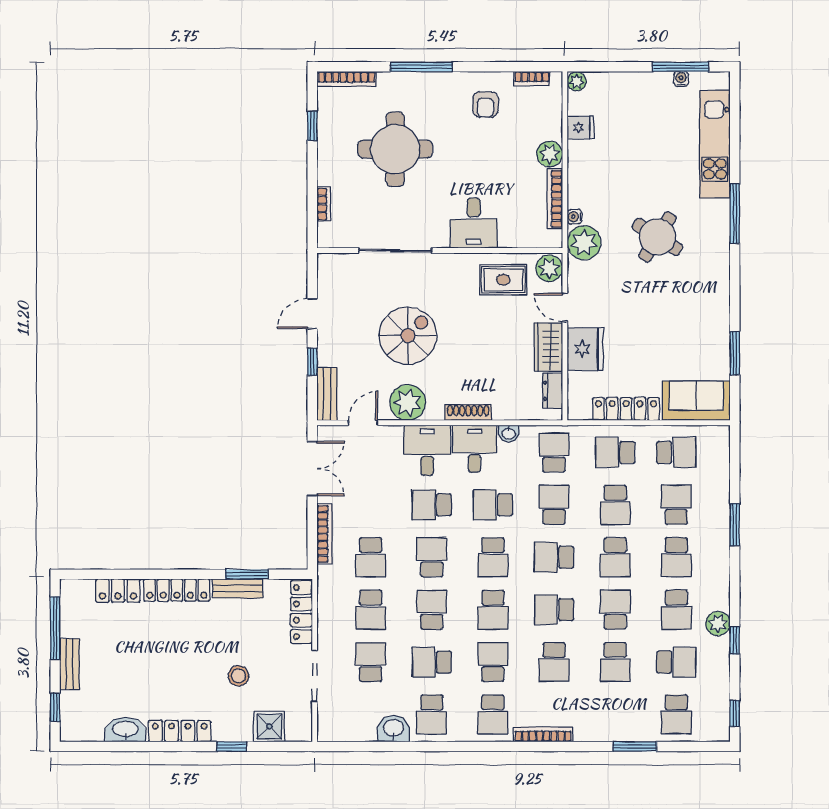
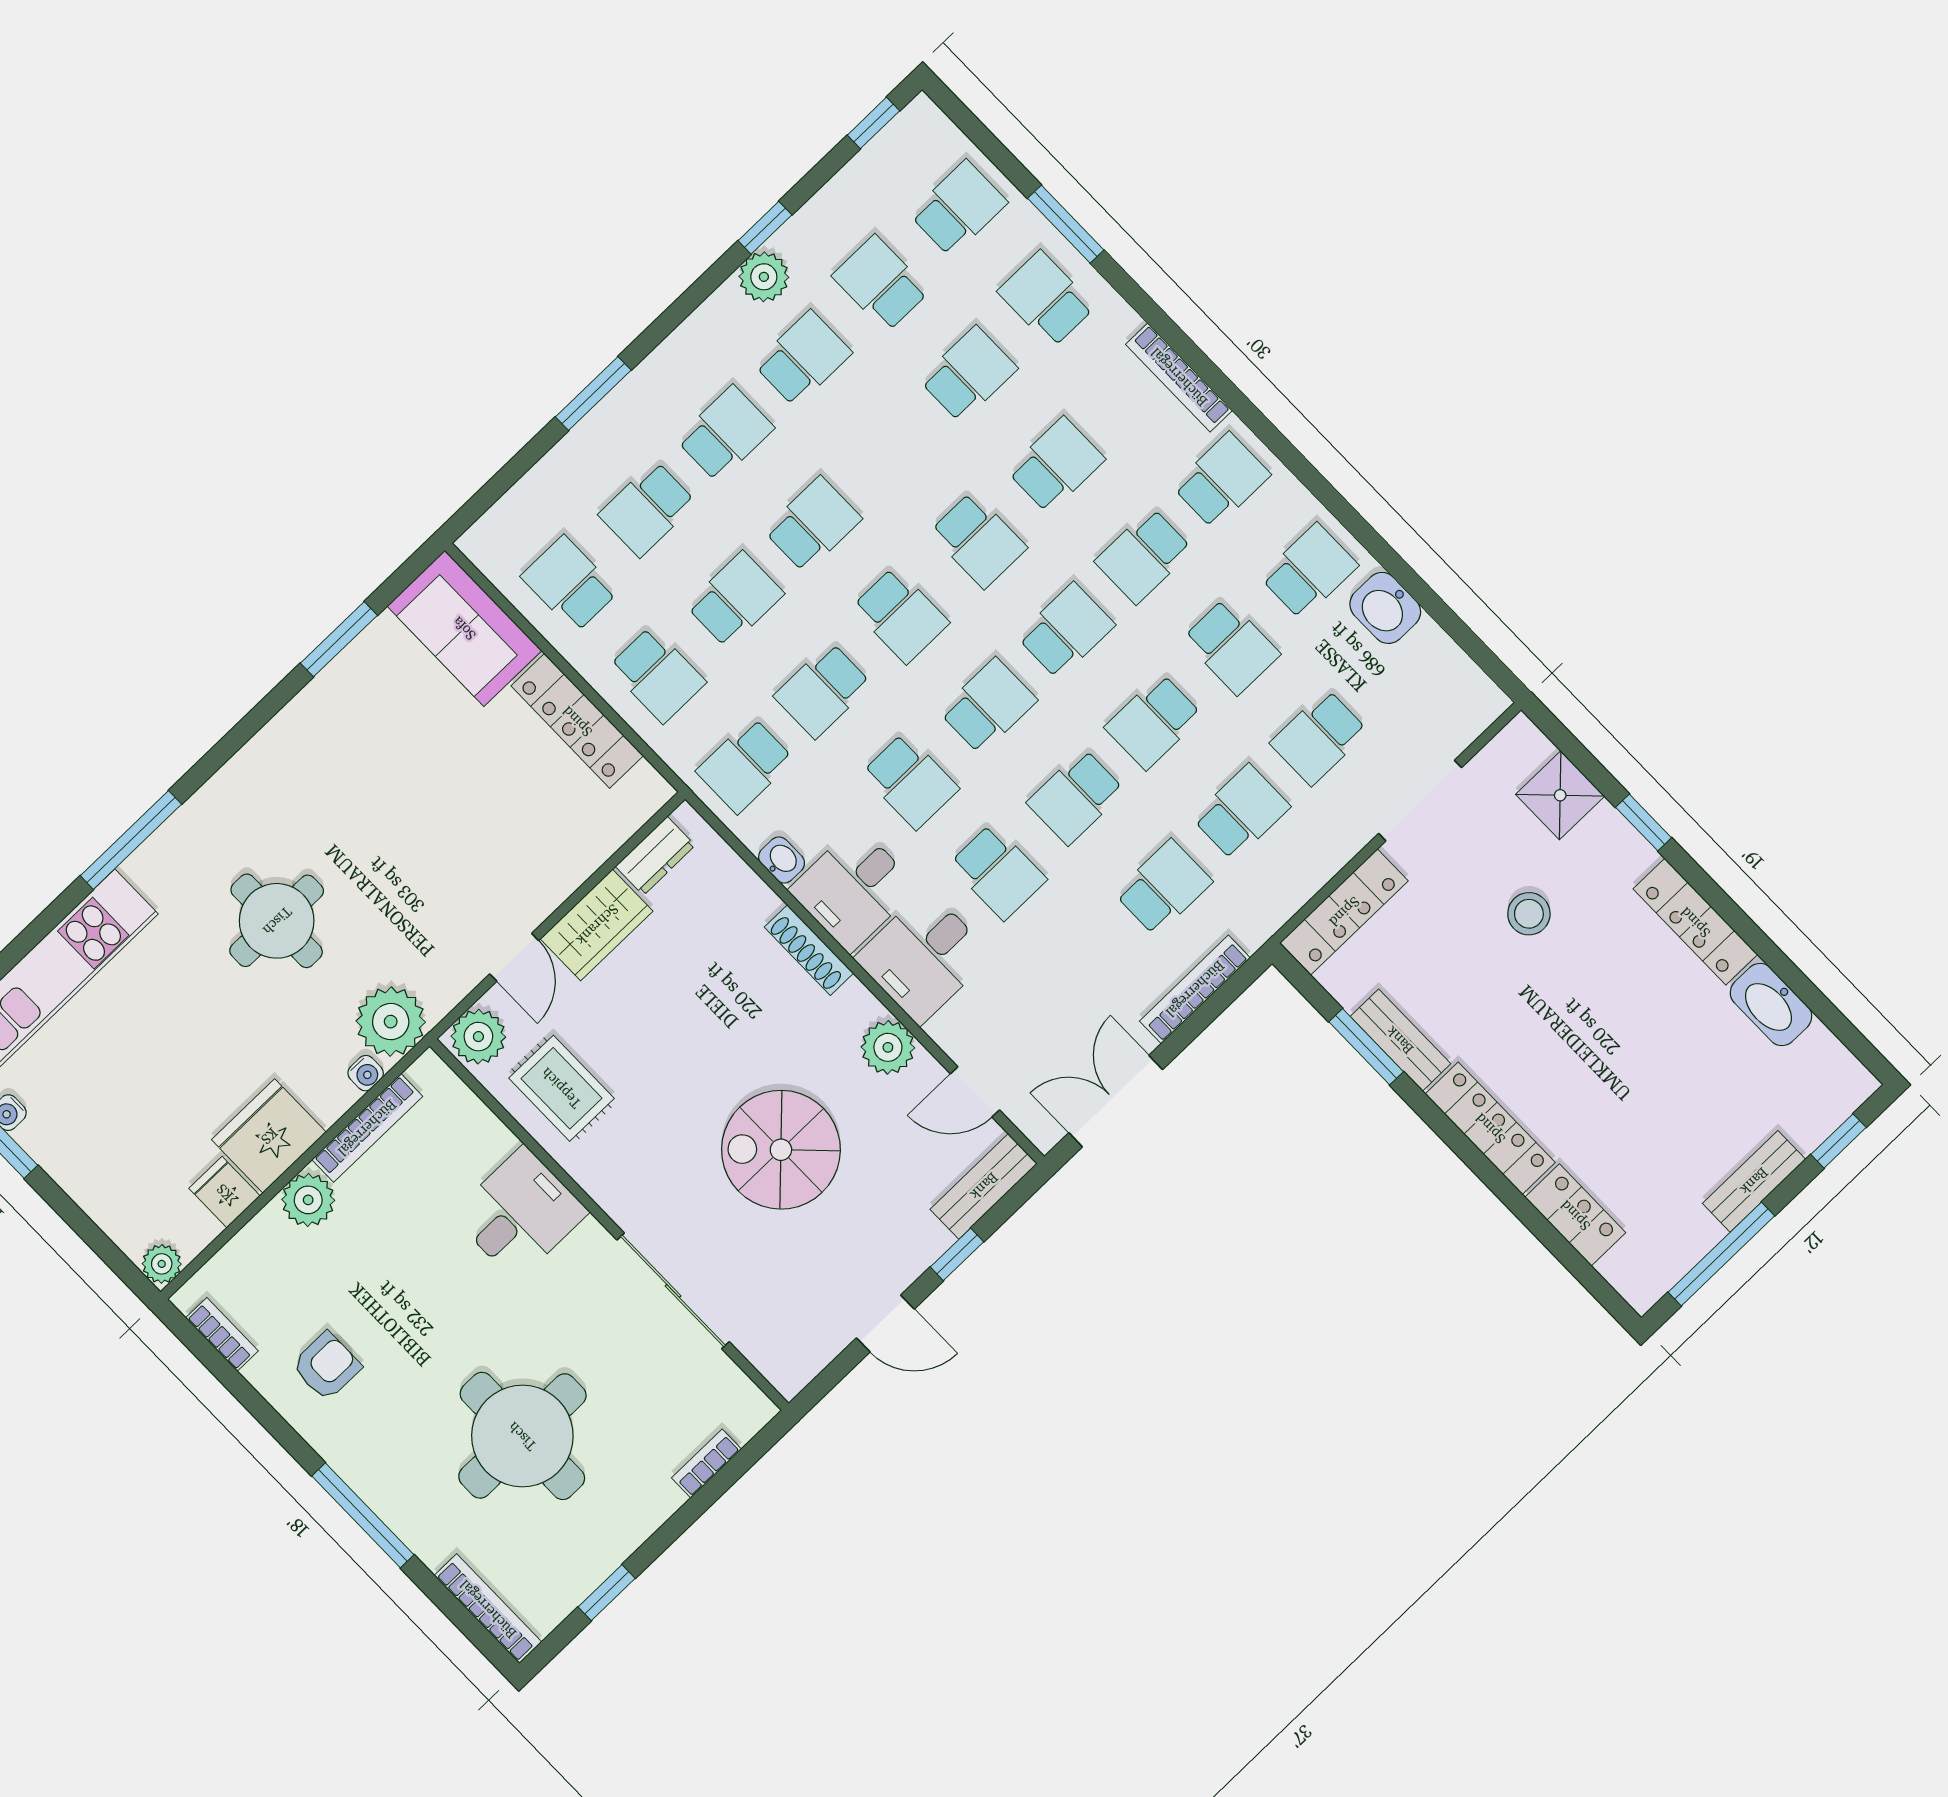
round table: (657, 237) -> (277, 921), turned -32
fridge: (585, 349) -> (269, 1136), moved
plant: (408, 403) -> (888, 1047), width x0.73, depth x0.73
school desk: (615, 610) -> (1046, 299), moved, turned 90

